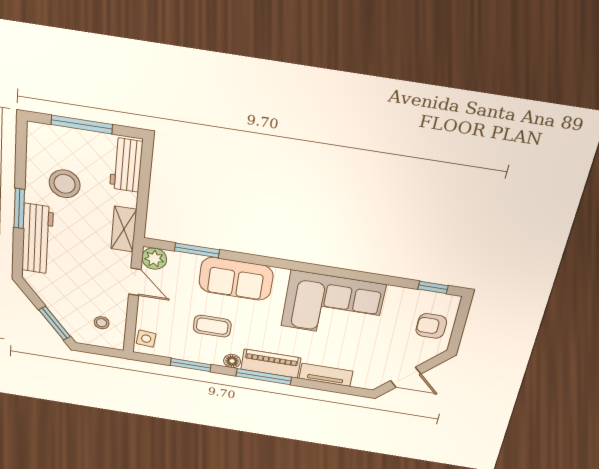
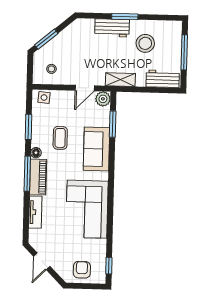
workbench: (37, 239) -> (112, 28), width x0.73

